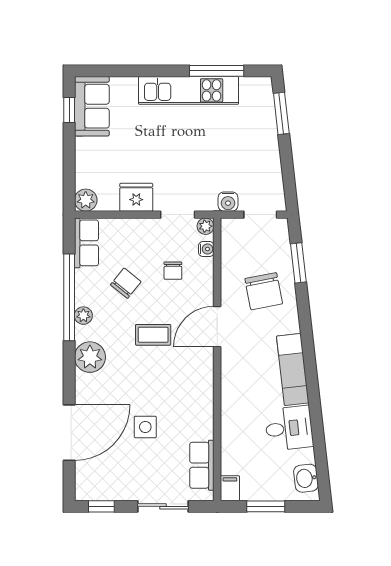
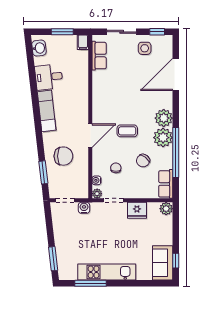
chair: (264, 291) -> (63, 156), turned 101
plant: (83, 316) -> (163, 138), width x1.88, depth x1.88
side table: (145, 427) -> (145, 48), moved

